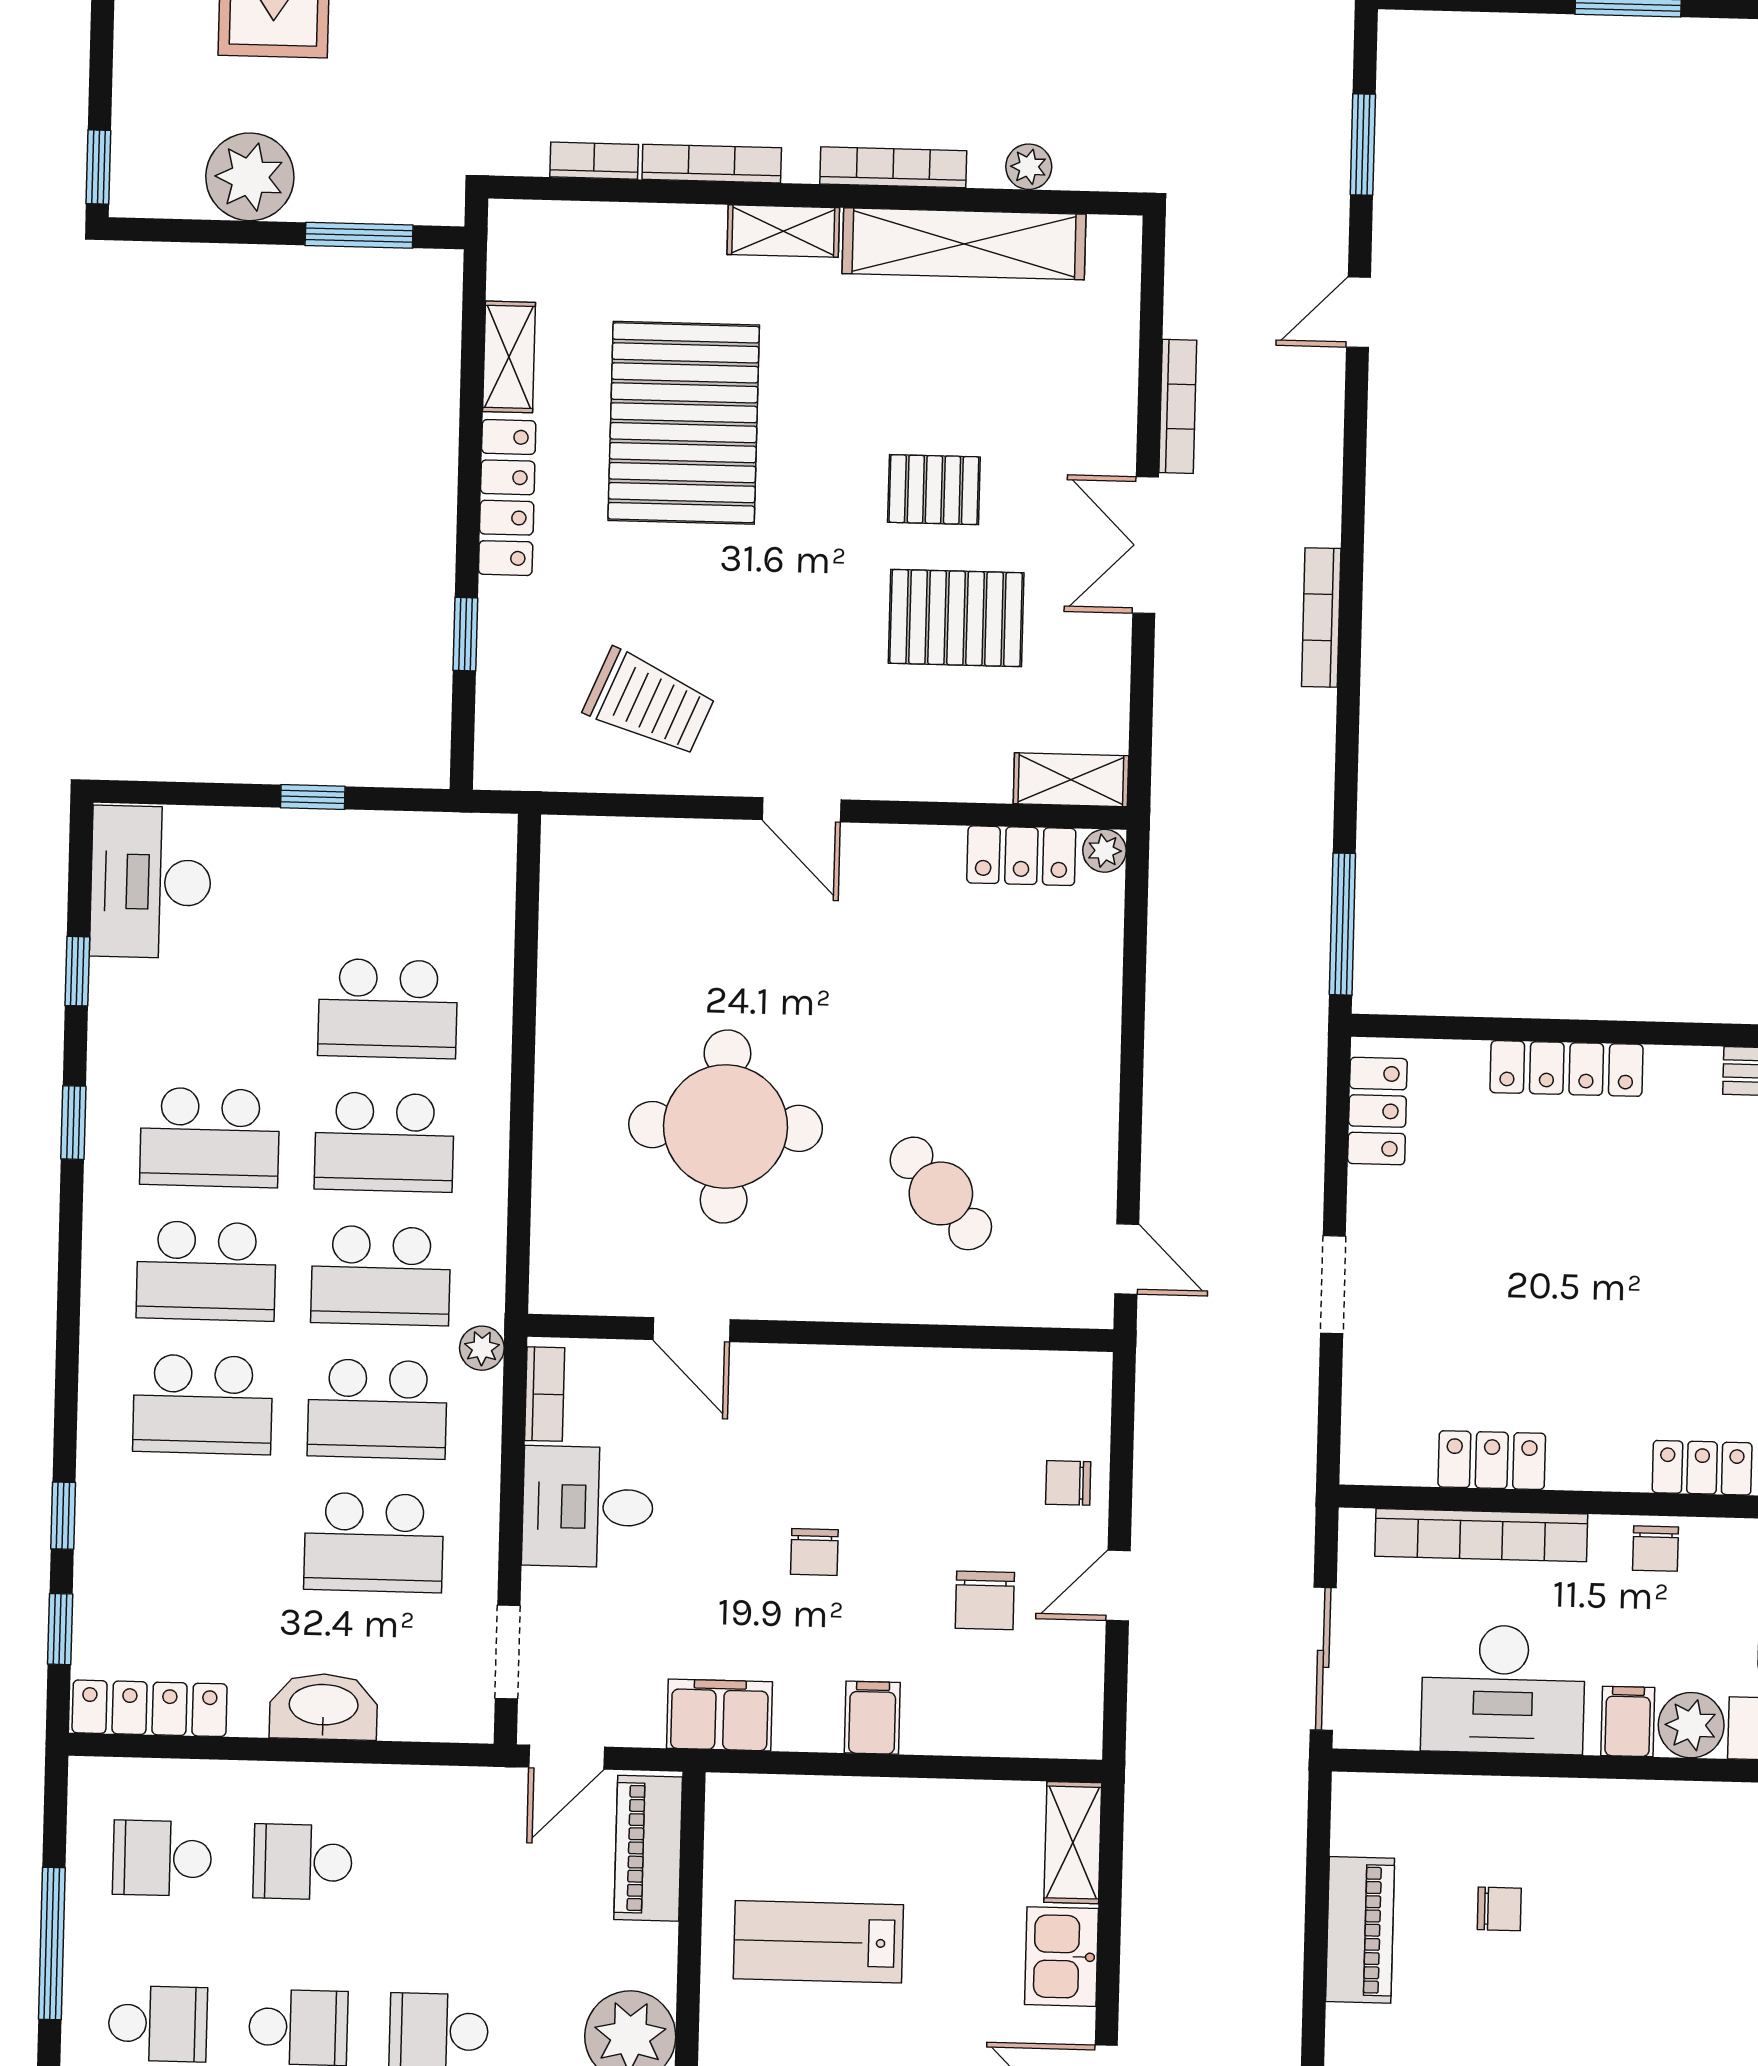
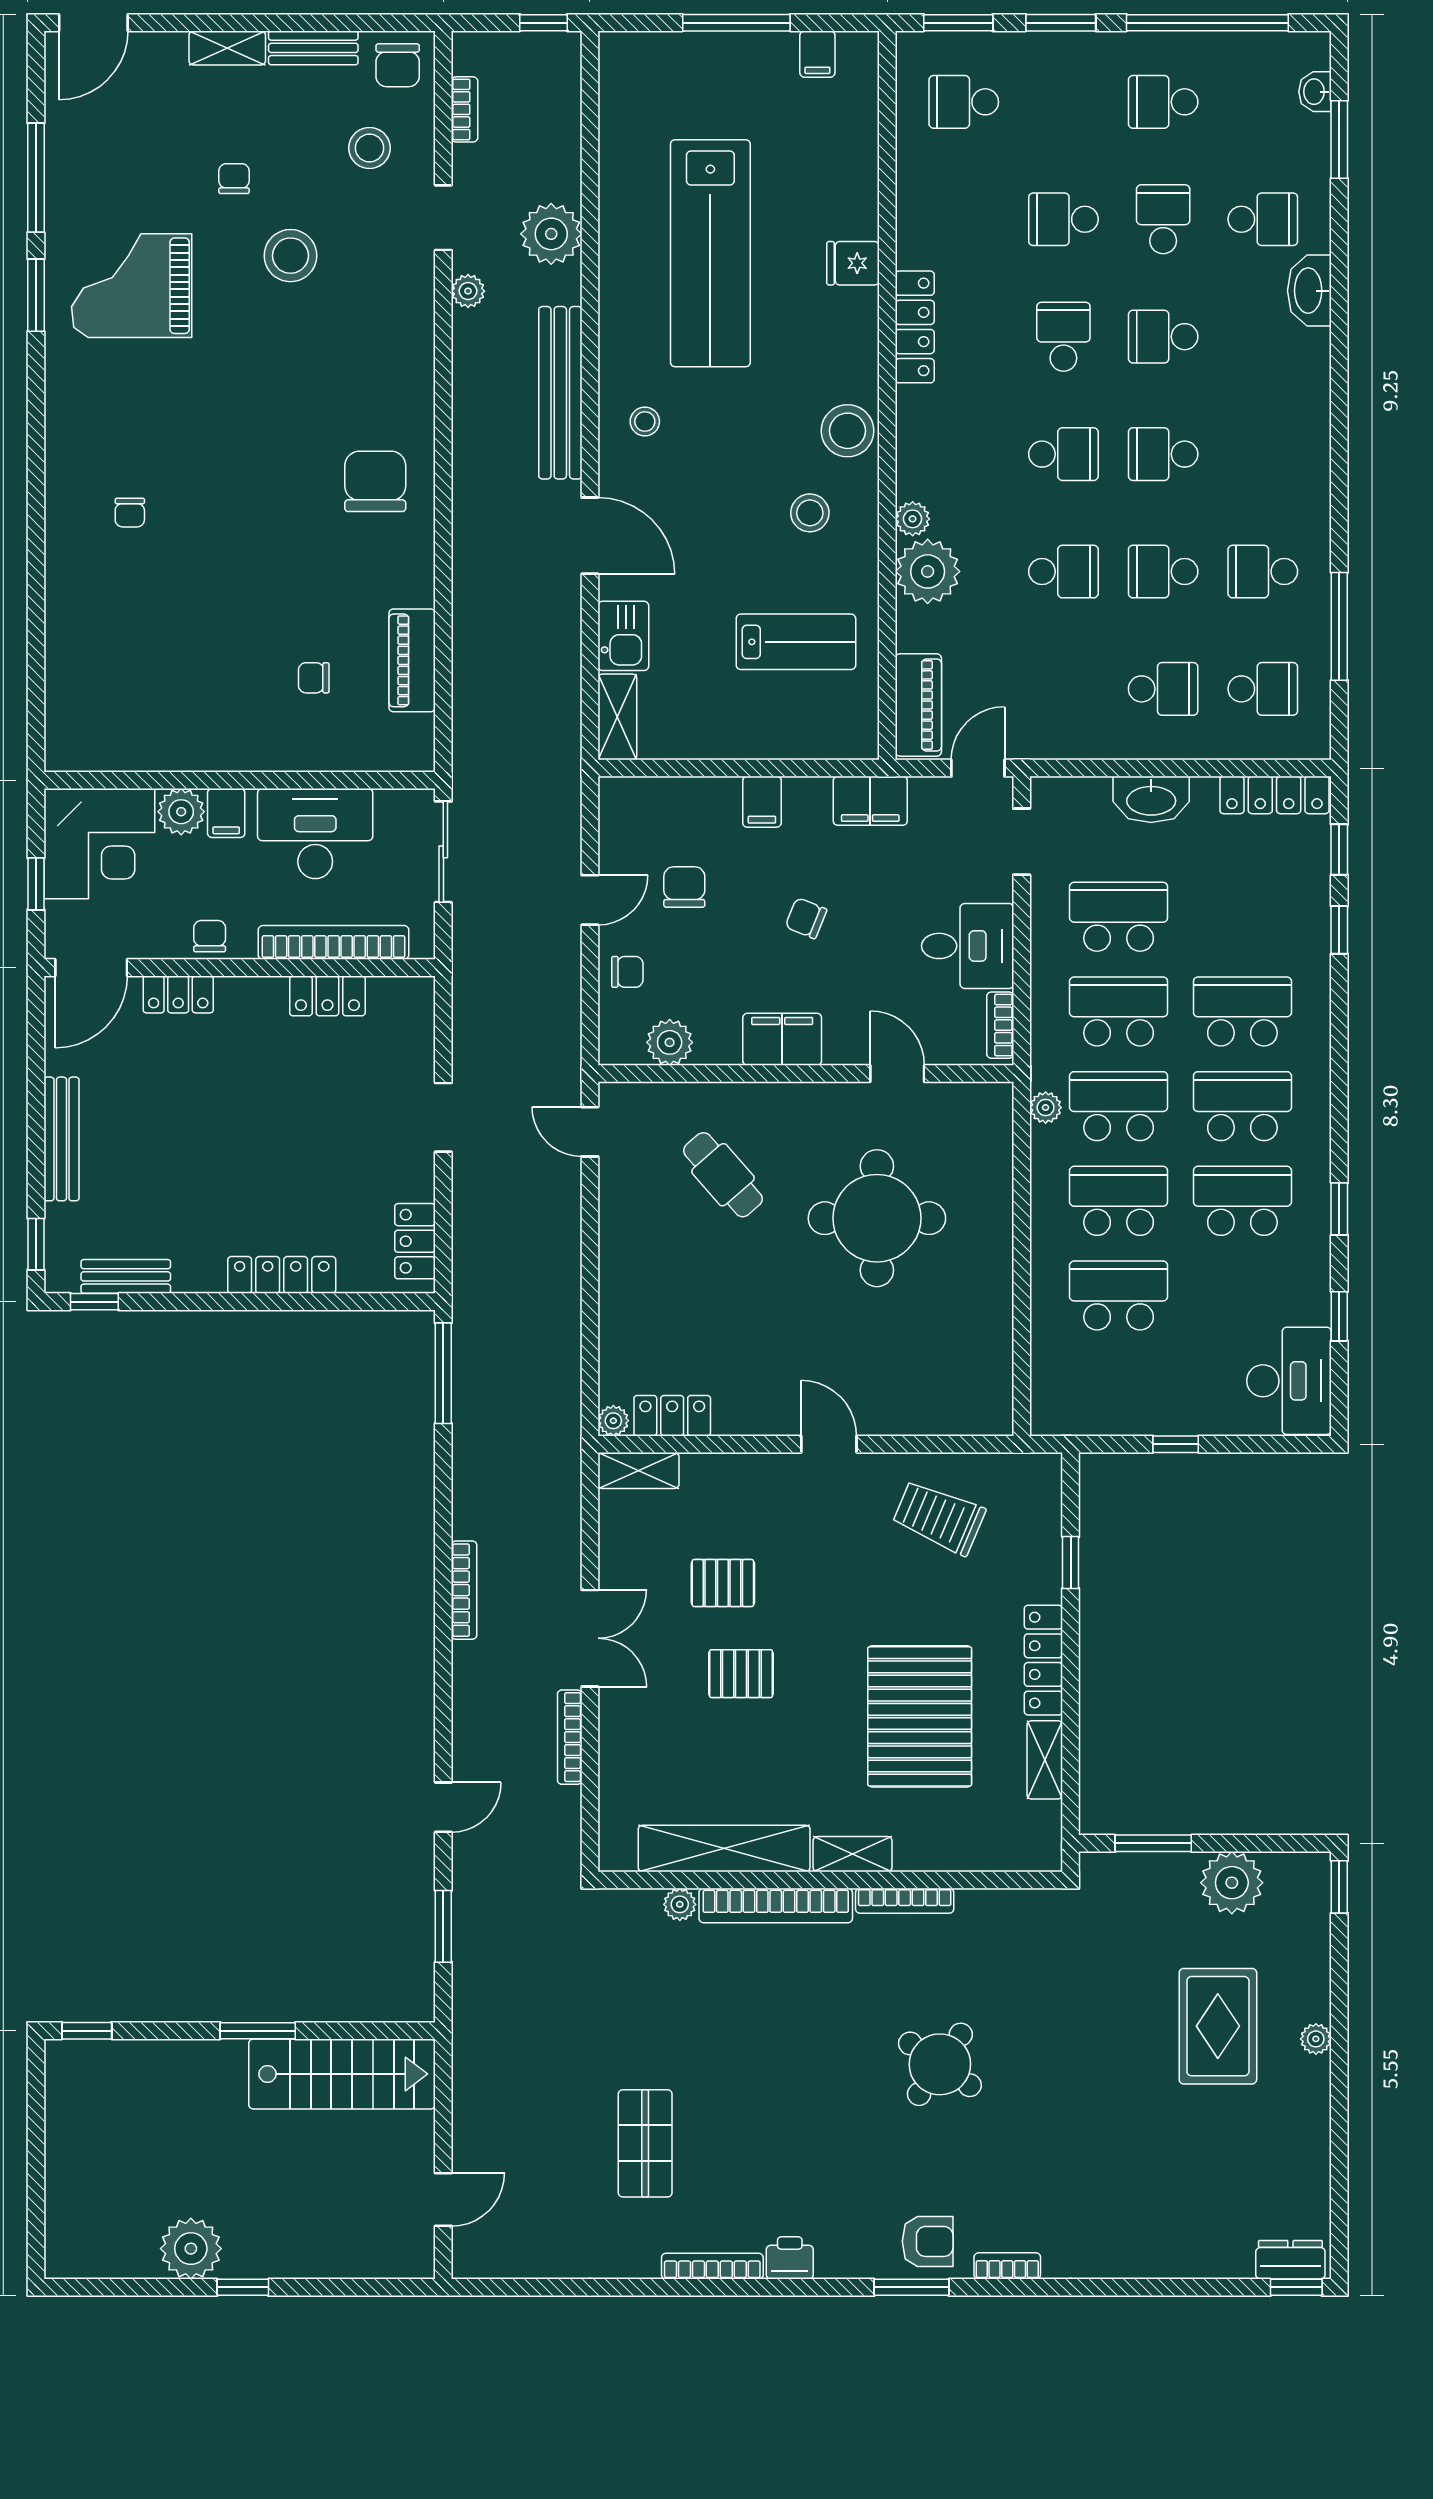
bookcase: (594, 161) -> (988, 1901), removed
bookcase: (893, 167) -> (776, 1906), width x1.48, depth x1.31
pallet: (956, 618) -> (723, 1583), width x0.67, depth x0.71
plant: (482, 1348) -> (1046, 1108), moved
filing cabinet: (852, 1382) -> (782, 1039), added
plant: (1011, 1382) -> (670, 1042), added
chair: (814, 1552) -> (806, 918), turned -68

